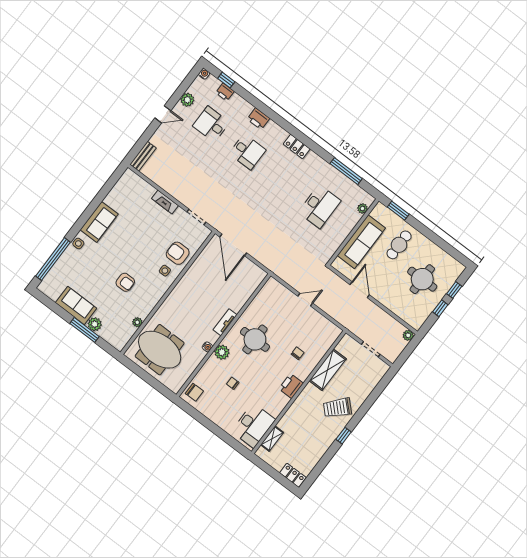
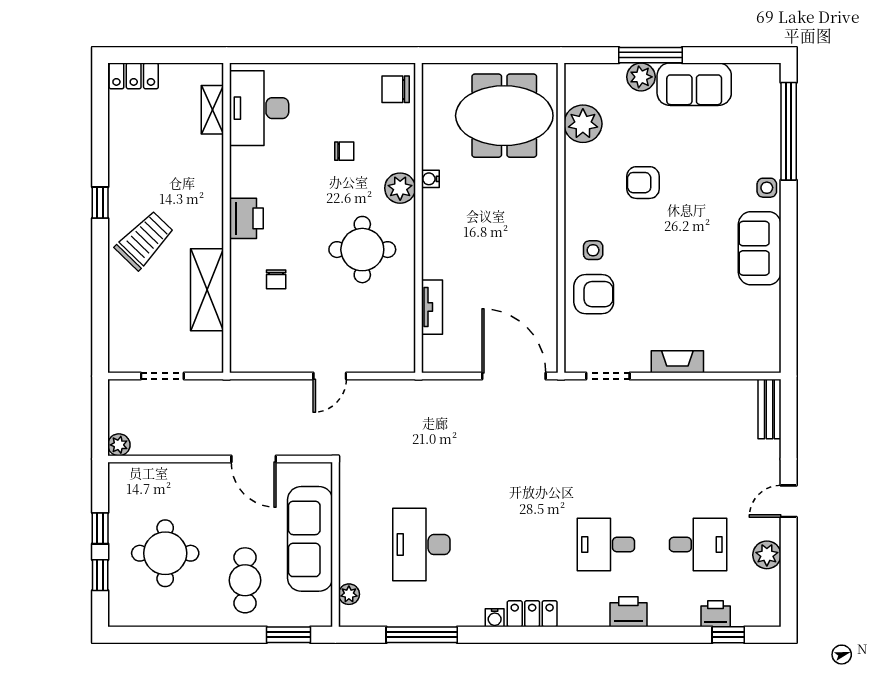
water cooler: (204, 74) -> (495, 618), moved
plant: (137, 322) -> (583, 124), width x1.87, depth x1.87
tv unit: (225, 322) -> (432, 307), moved

